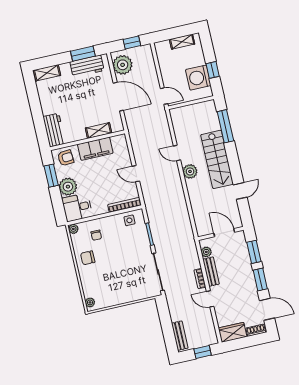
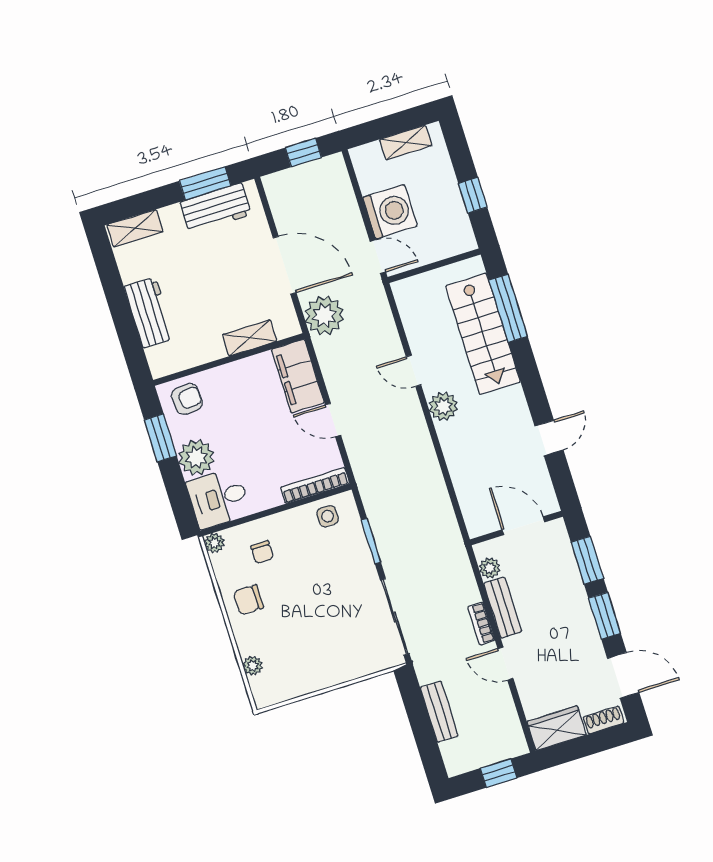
plant: (123, 65) -> (324, 315), moved
washing machine: (198, 78) -> (390, 212), moved, turned 180
workbench: (54, 130) -> (149, 312), moved
filing cabinet: (95, 149) -> (298, 376), moved, turned 90
stairs: (217, 159) -> (483, 334), moved
plant: (90, 302) -> (253, 666), moved
bench: (180, 336) -> (439, 712), moved

